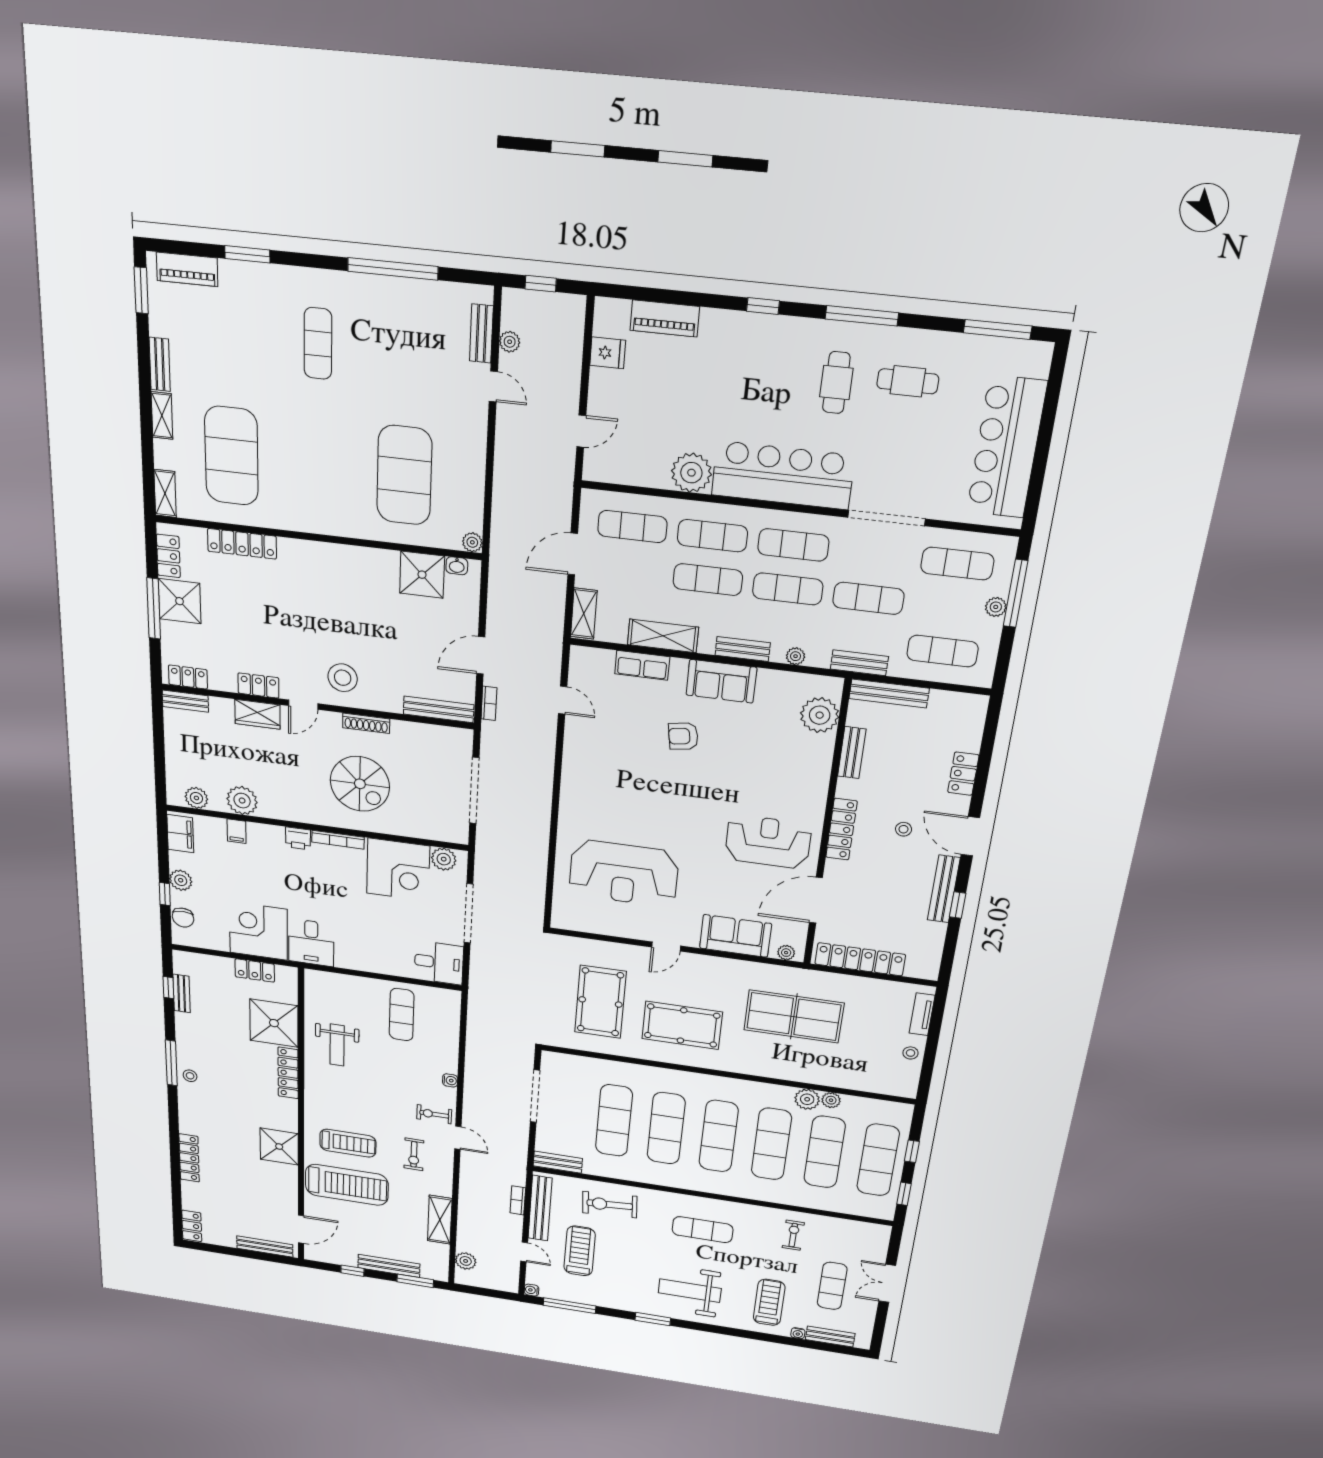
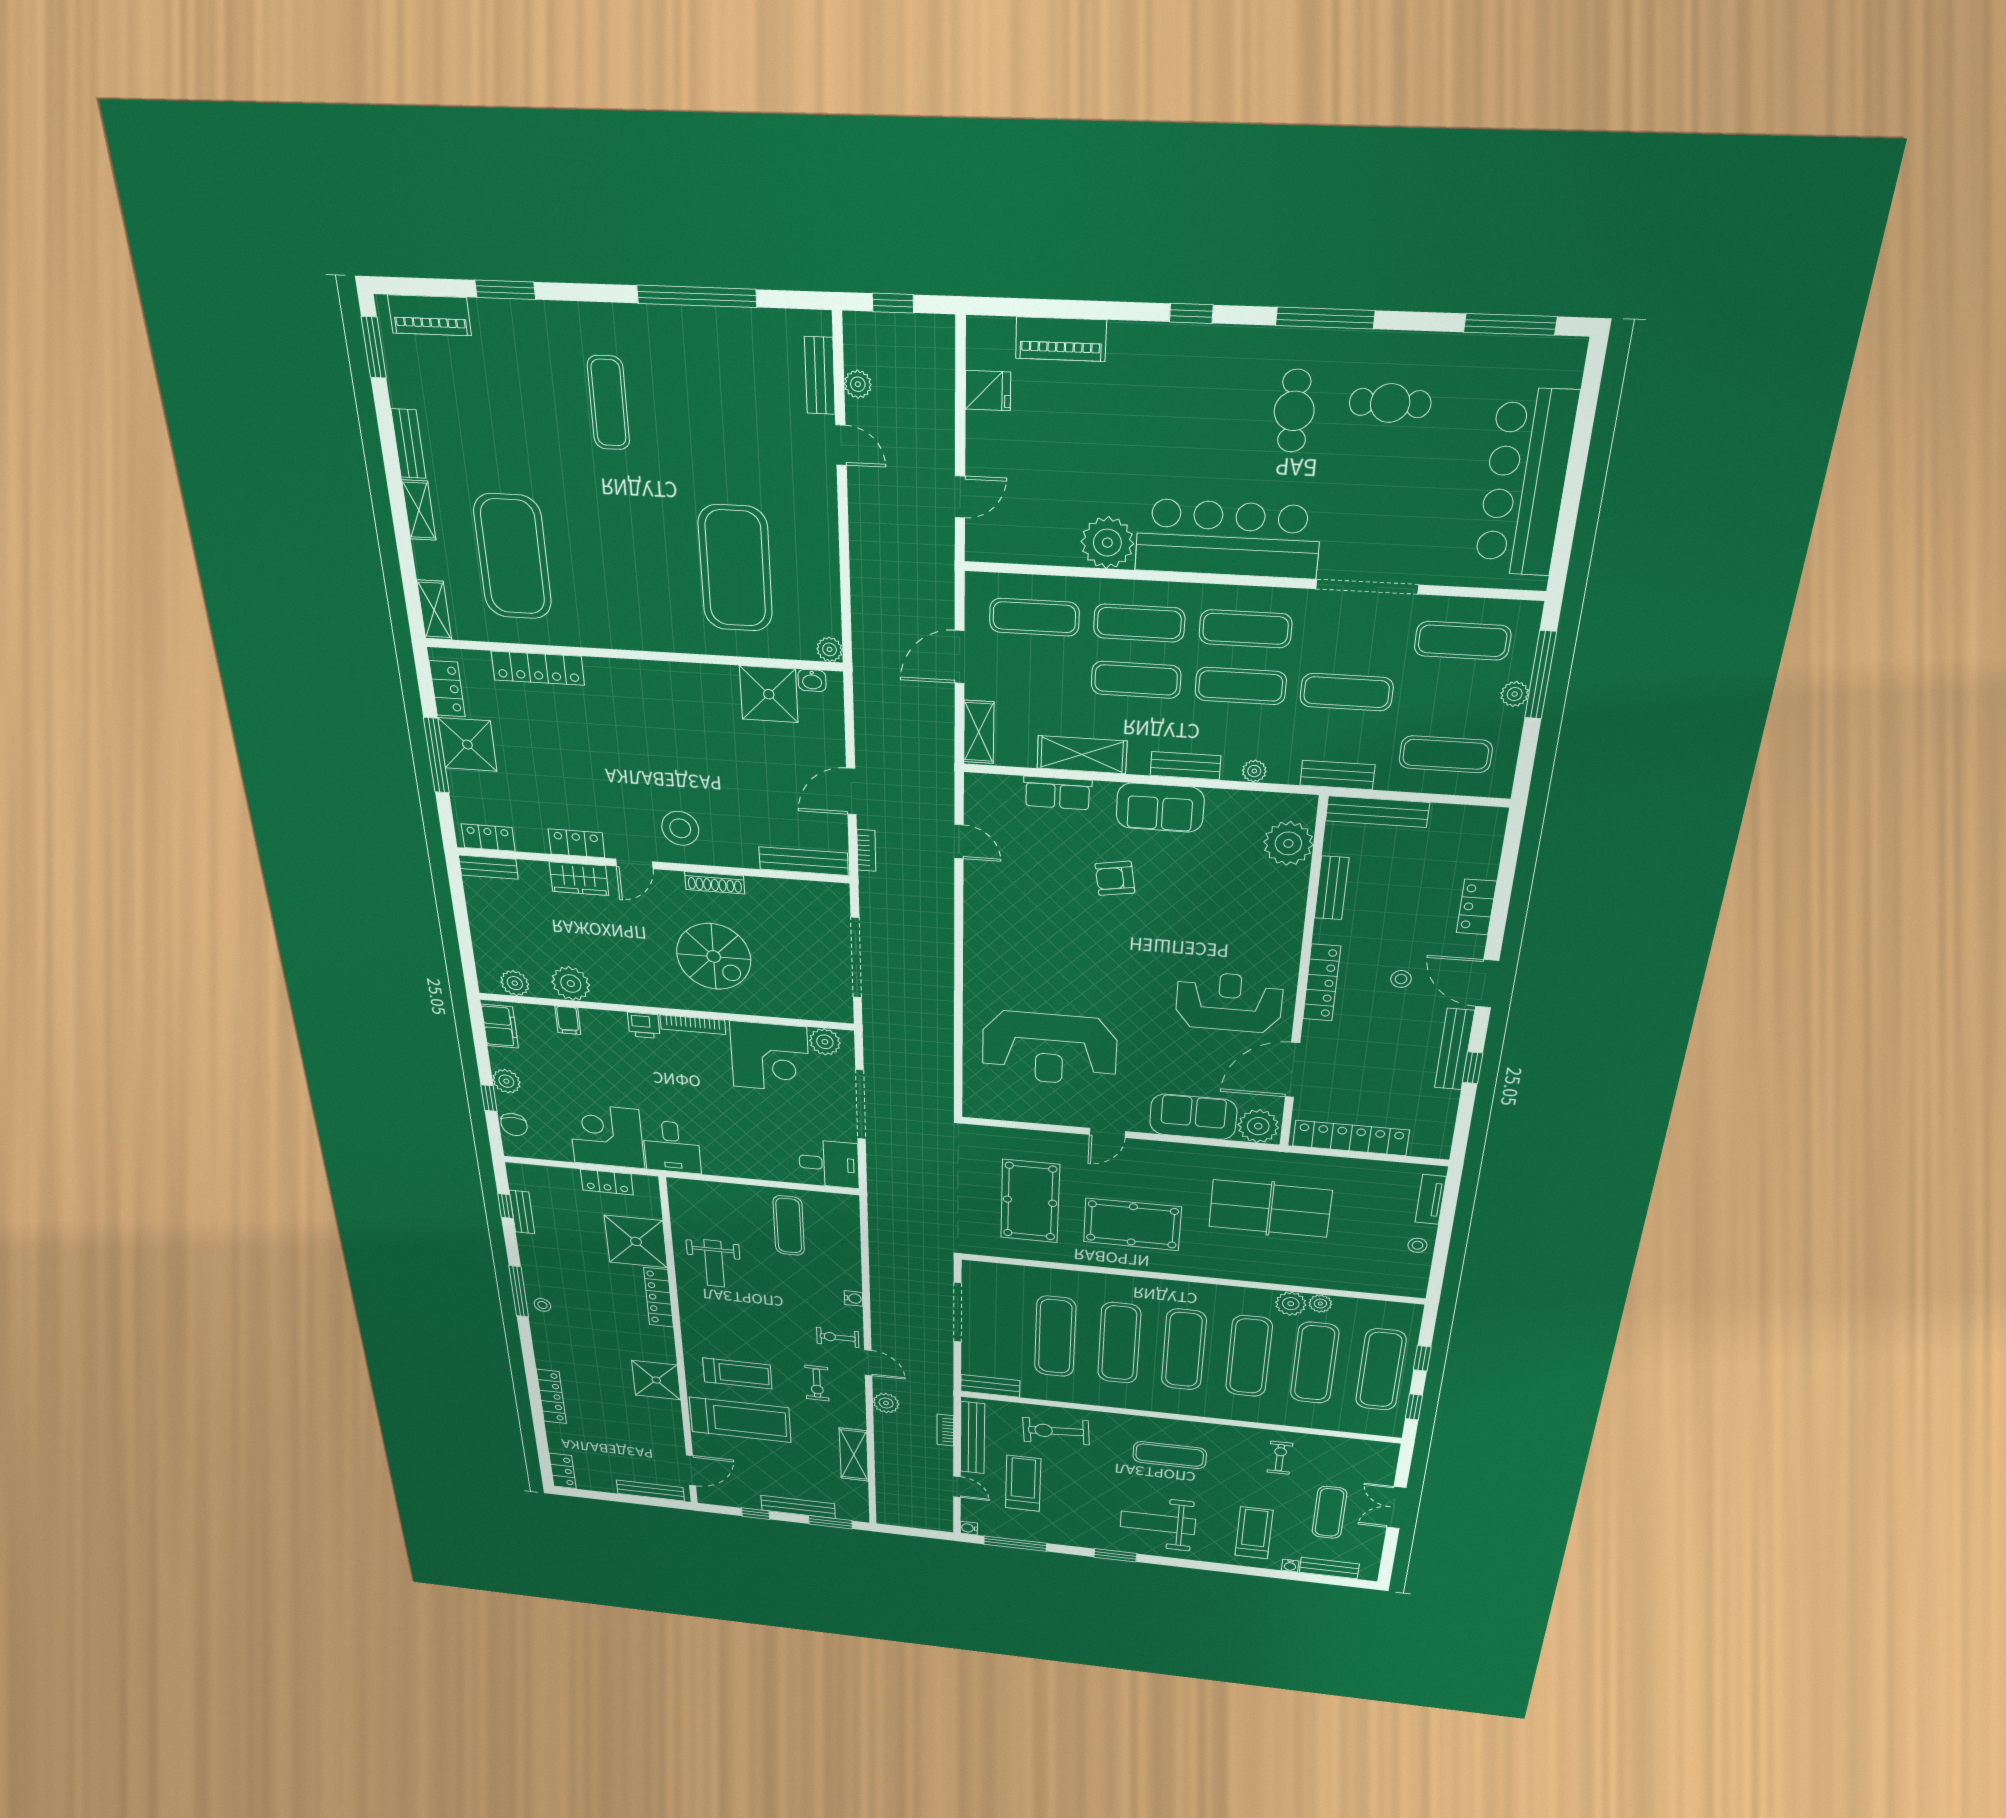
plant: (786, 953) -> (1258, 1126), width x1.88, depth x1.88
plant: (466, 1261) -> (886, 1403), moved

